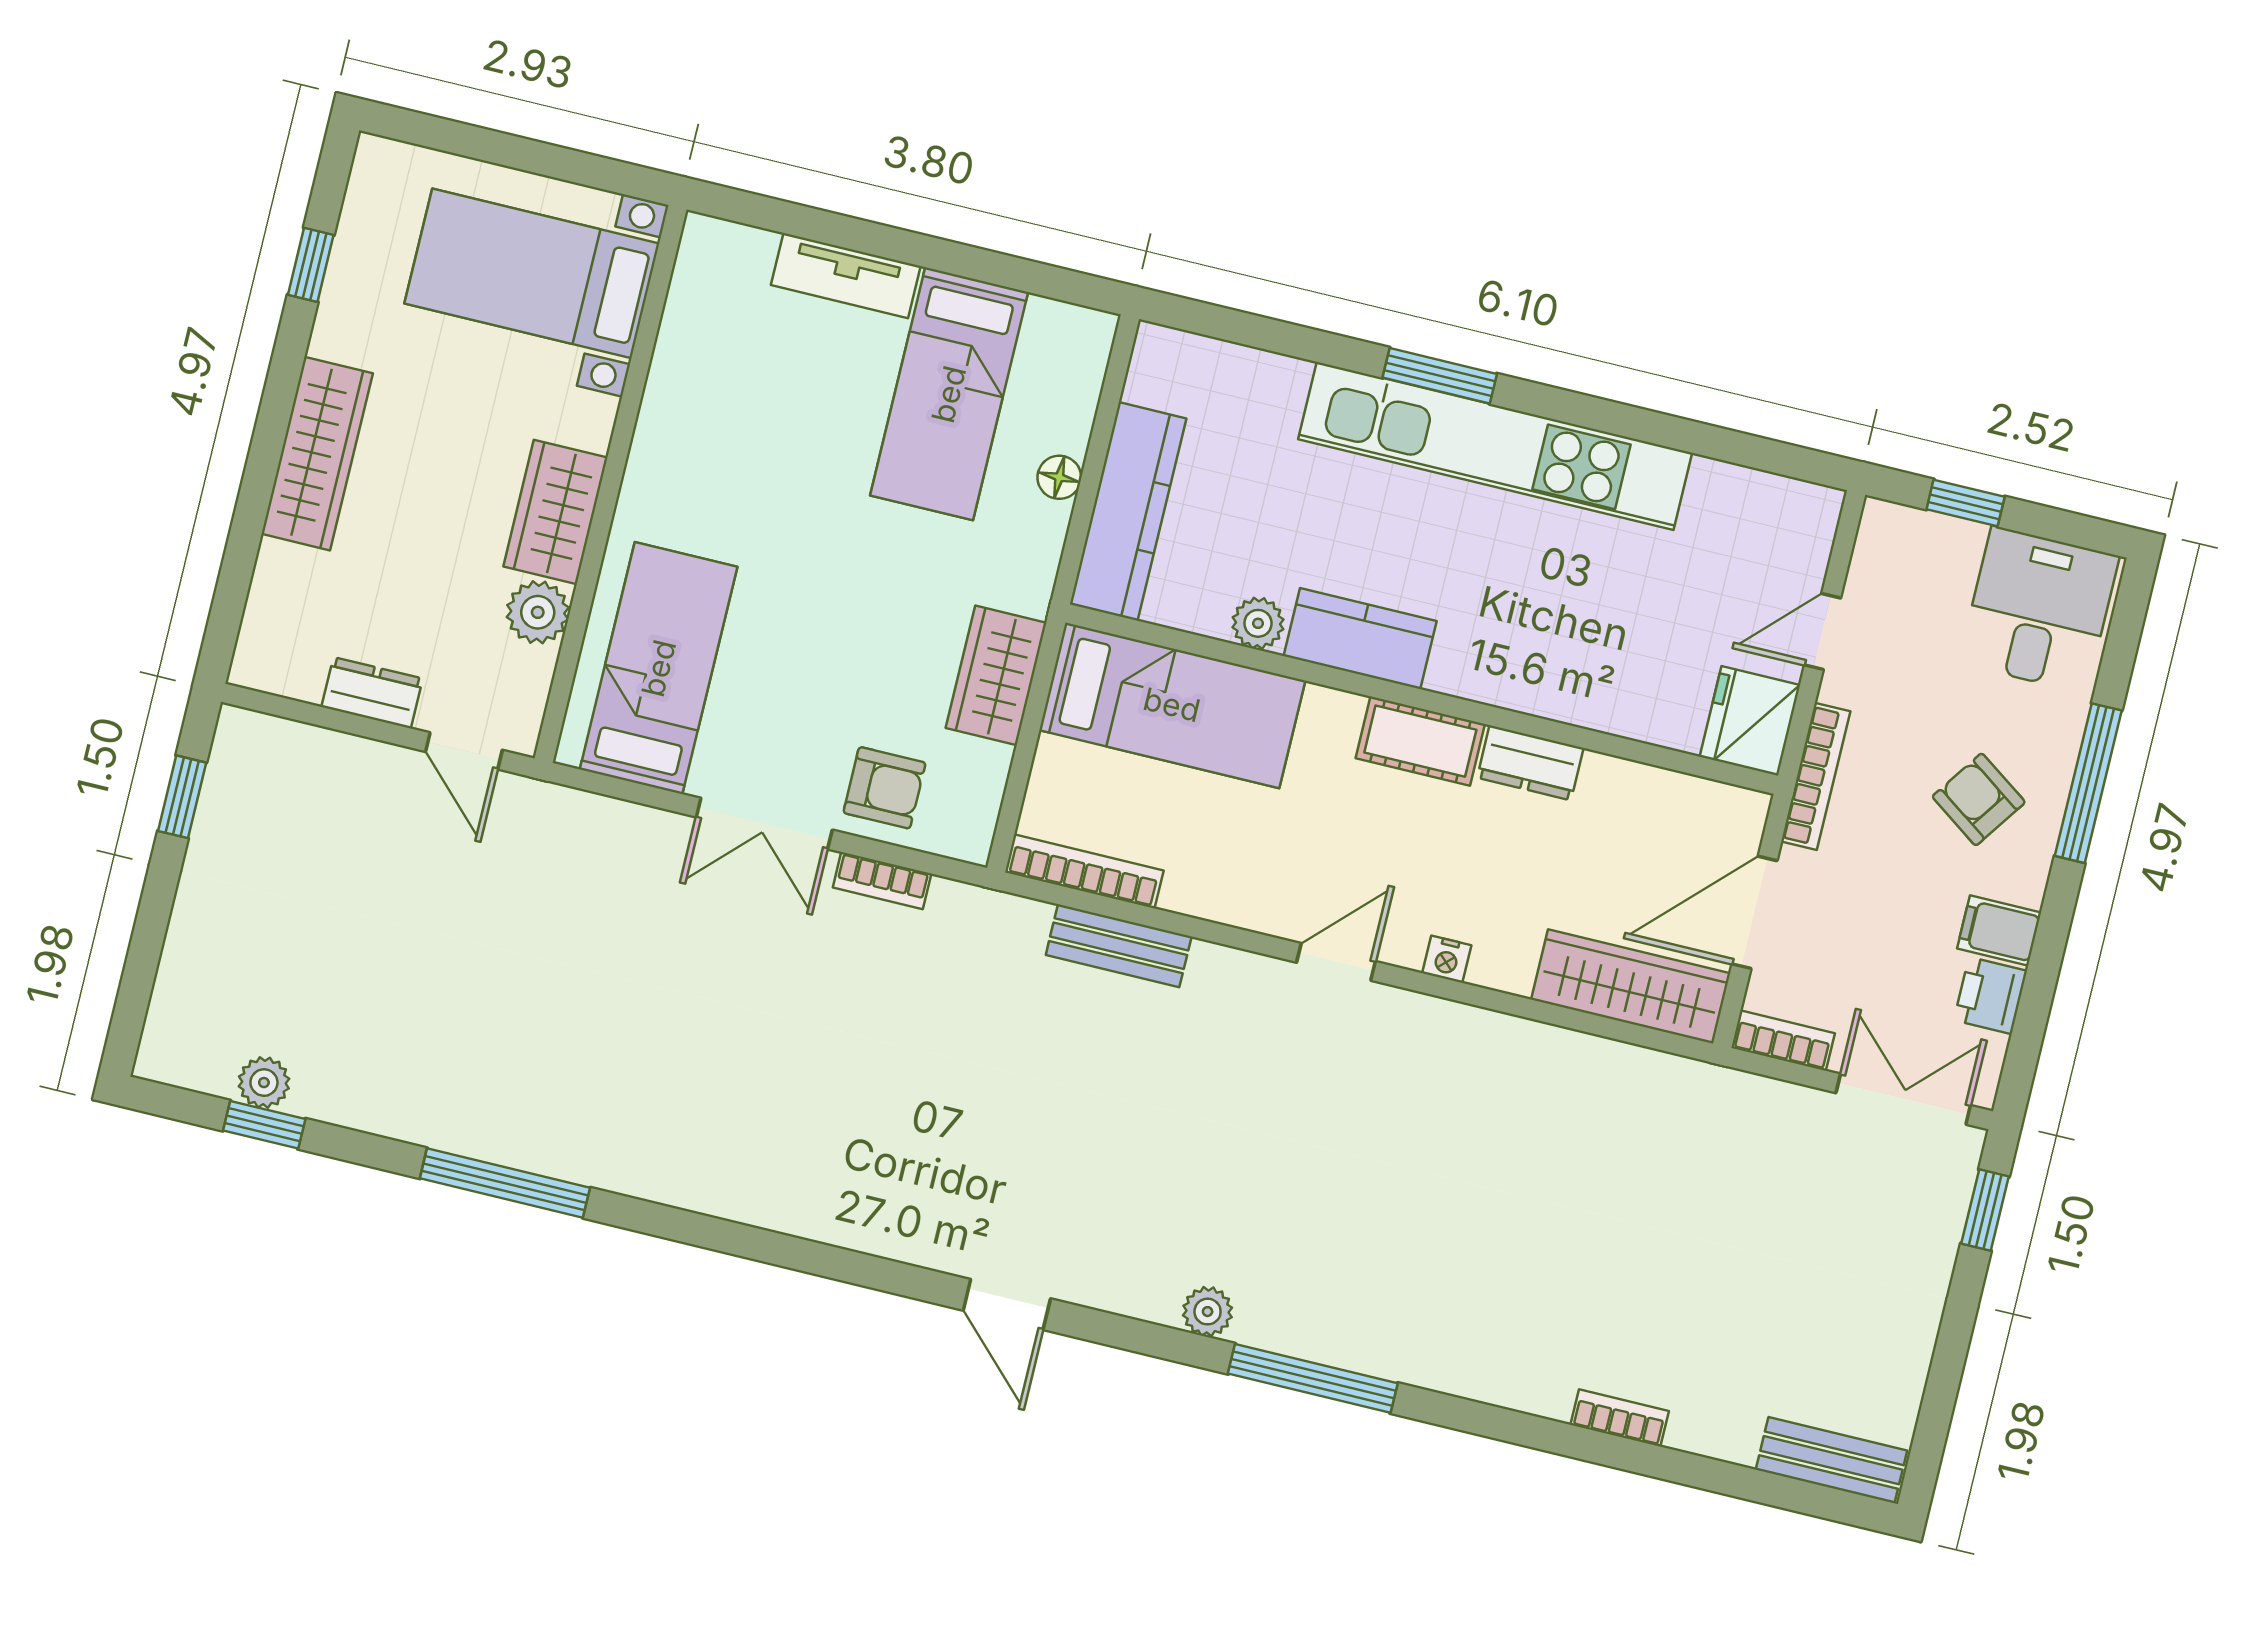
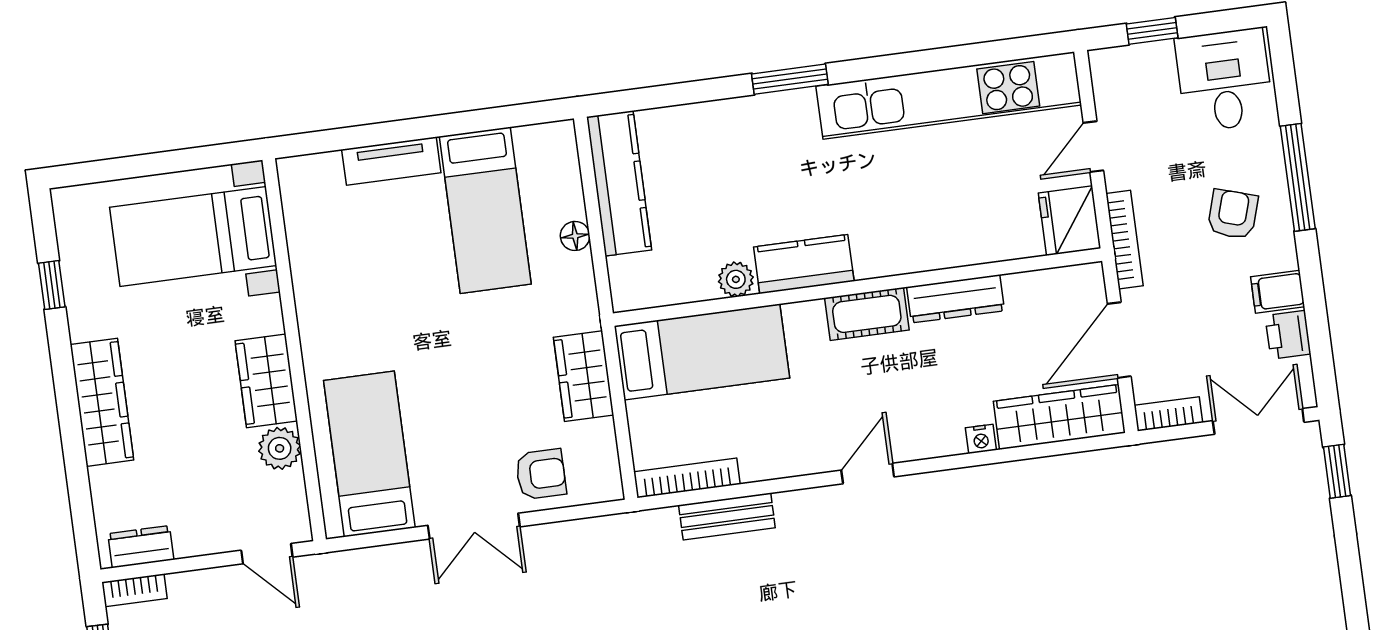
kitchen unit: (1495, 446) -> (949, 96), moved
kitchen counter: (1128, 511) -> (619, 183), moved
dresser: (372, 693) -> (141, 547), moved
dresser: (1530, 763) -> (956, 299), width x1.44
armchair: (1979, 799) -> (1233, 214), turned 72
bookcase: (882, 881) -> (134, 590), moved
nightstand: (1447, 959) -> (981, 439), moved

